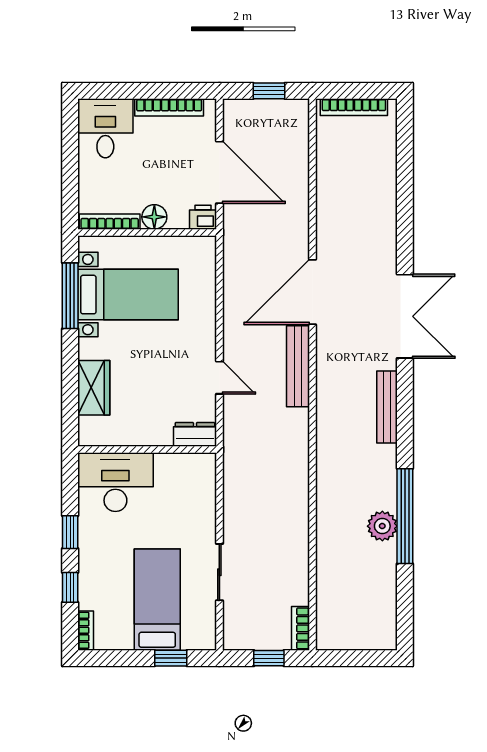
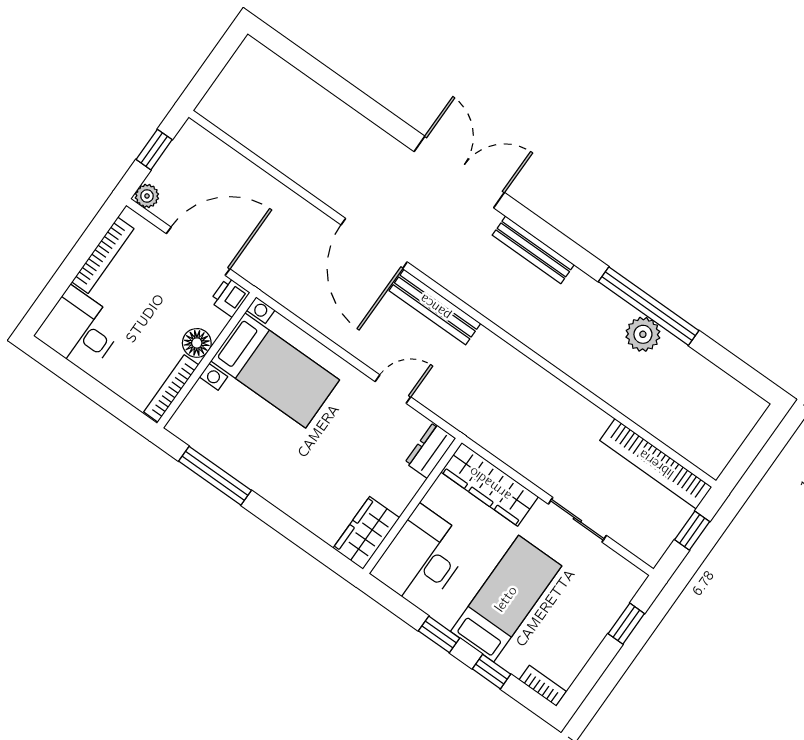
bookcase: (354, 107) -> (227, 80), removed
plant: (233, 109) -> (147, 196), added
bed with nightstands: (128, 295) -> (275, 370), moved, turned 90
wardrobe: (94, 388) -> (366, 533), moved, turned -90
wardrobe: (201, 493) -> (490, 484), added
bed: (157, 600) -> (506, 599), moved, turned 90
bookcase: (300, 628) -> (656, 464), width x2.31, depth x1.31

